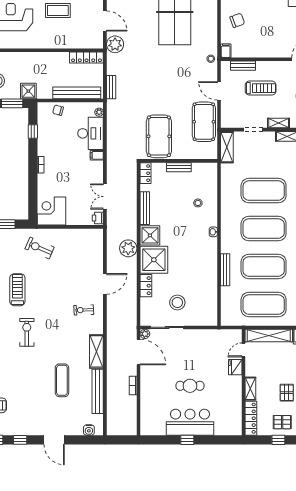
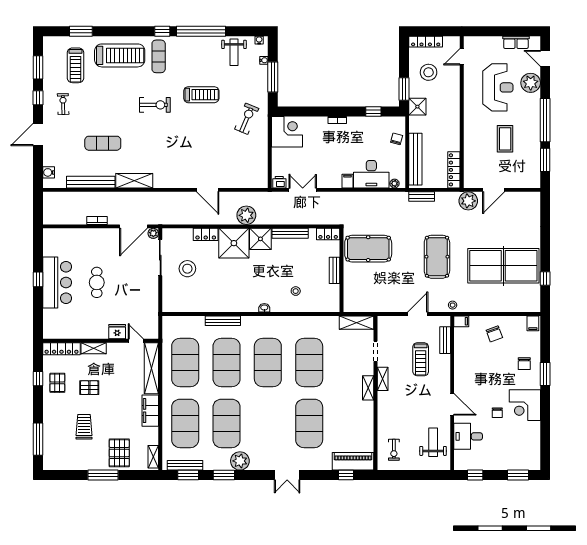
pool table: (204, 122) -> (437, 257), moved, turned 90
exercise bike: (84, 310) -> (63, 104), moved

